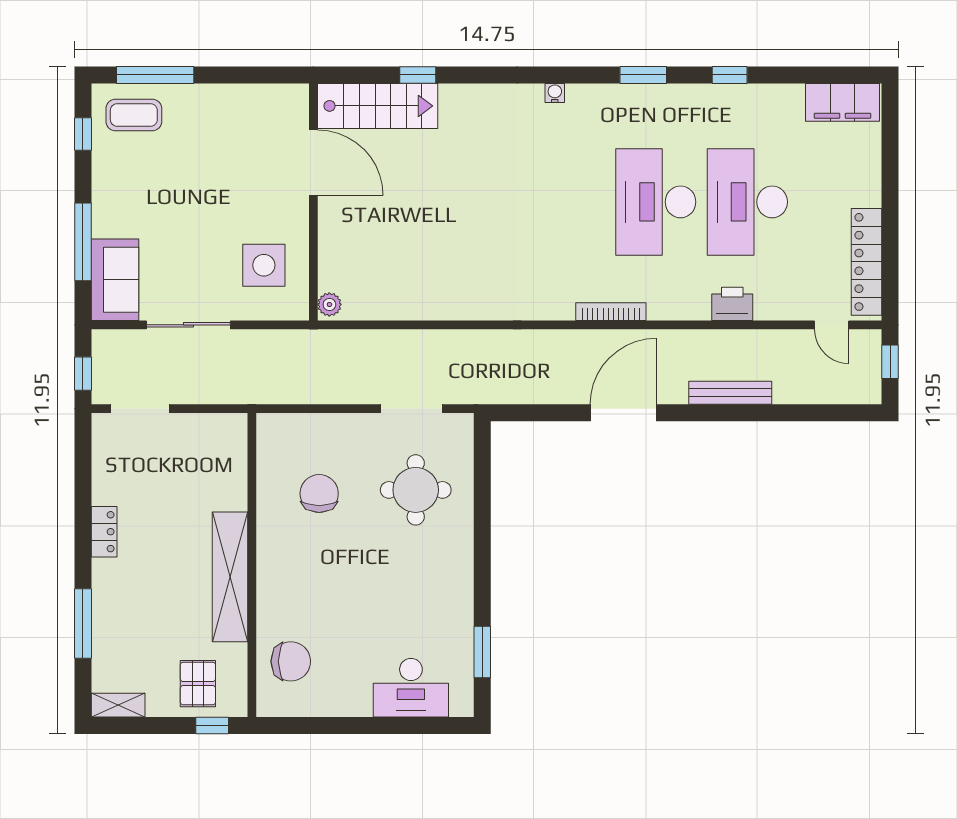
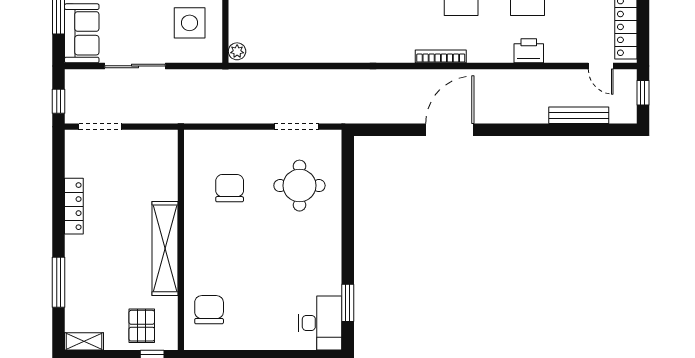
bench: (730, 393) -> (579, 115), moved
locker: (104, 532) -> (74, 206), width x1.53
chair: (291, 661) -> (209, 310), turned -90
desk: (411, 688) -> (320, 323), moved, turned -90

